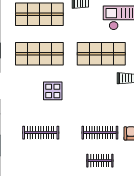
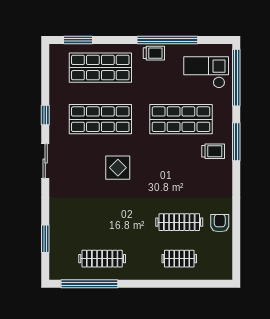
clothes rail: (41, 133) -> (102, 259), moved

